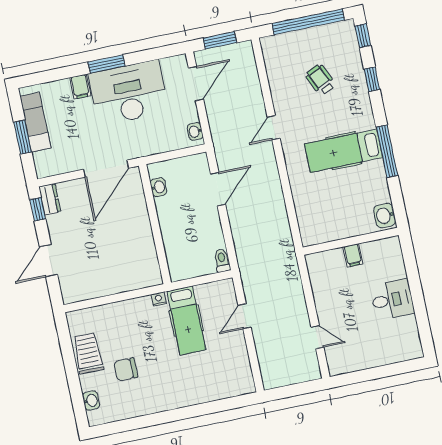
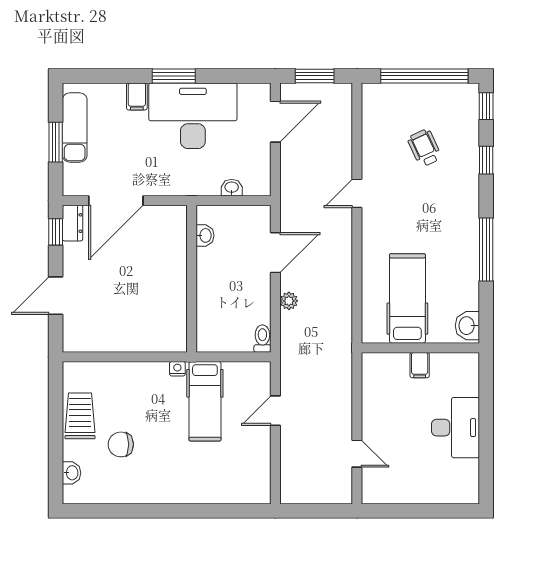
washbasin: (195, 131) -> (232, 188), moved, turned 90
hospital bed: (344, 151) -> (407, 298), moved, turned 90
door: (106, 169) -> (116, 201), moved
plant: (237, 226) -> (289, 301), added
desk: (392, 300) -> (455, 428), width x1.37

